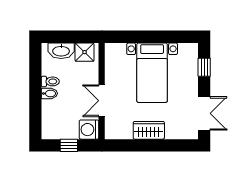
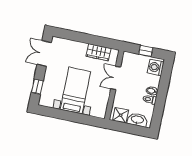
double door: (102, 101) -> (116, 78), swing flipped
washing machine: (89, 130) -> (156, 67), moved, turned 180
wardrobe: (149, 130) -> (99, 52), moved

